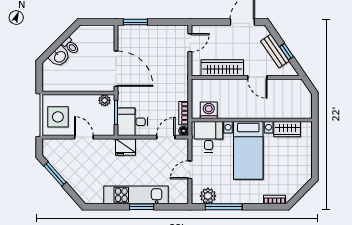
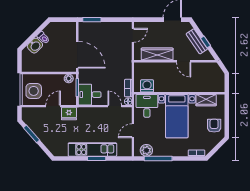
door: (84, 137) -> (53, 106), hinge flipped
door: (166, 137) -> (115, 106), hinge flipped
fridge: (125, 147) -> (69, 114), moved
armchair: (298, 163) -> (214, 126), added

